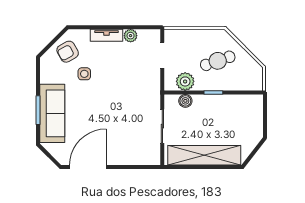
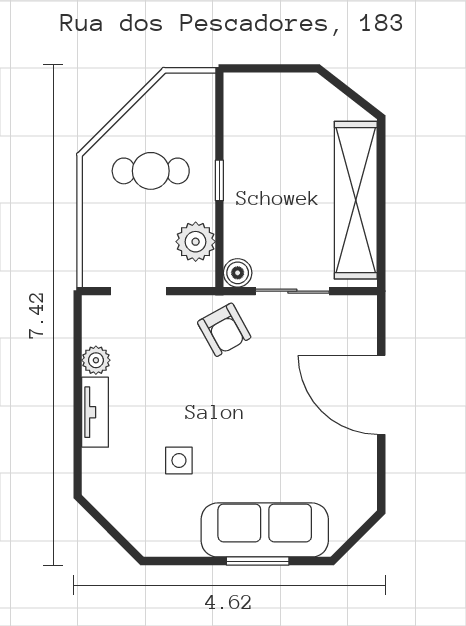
armchair: (68, 52) -> (224, 330), moved
cafe table: (218, 61) -> (151, 171), turned -71
boiler: (185, 101) -> (238, 273), moved
door: (88, 167) -> (381, 395), moved

